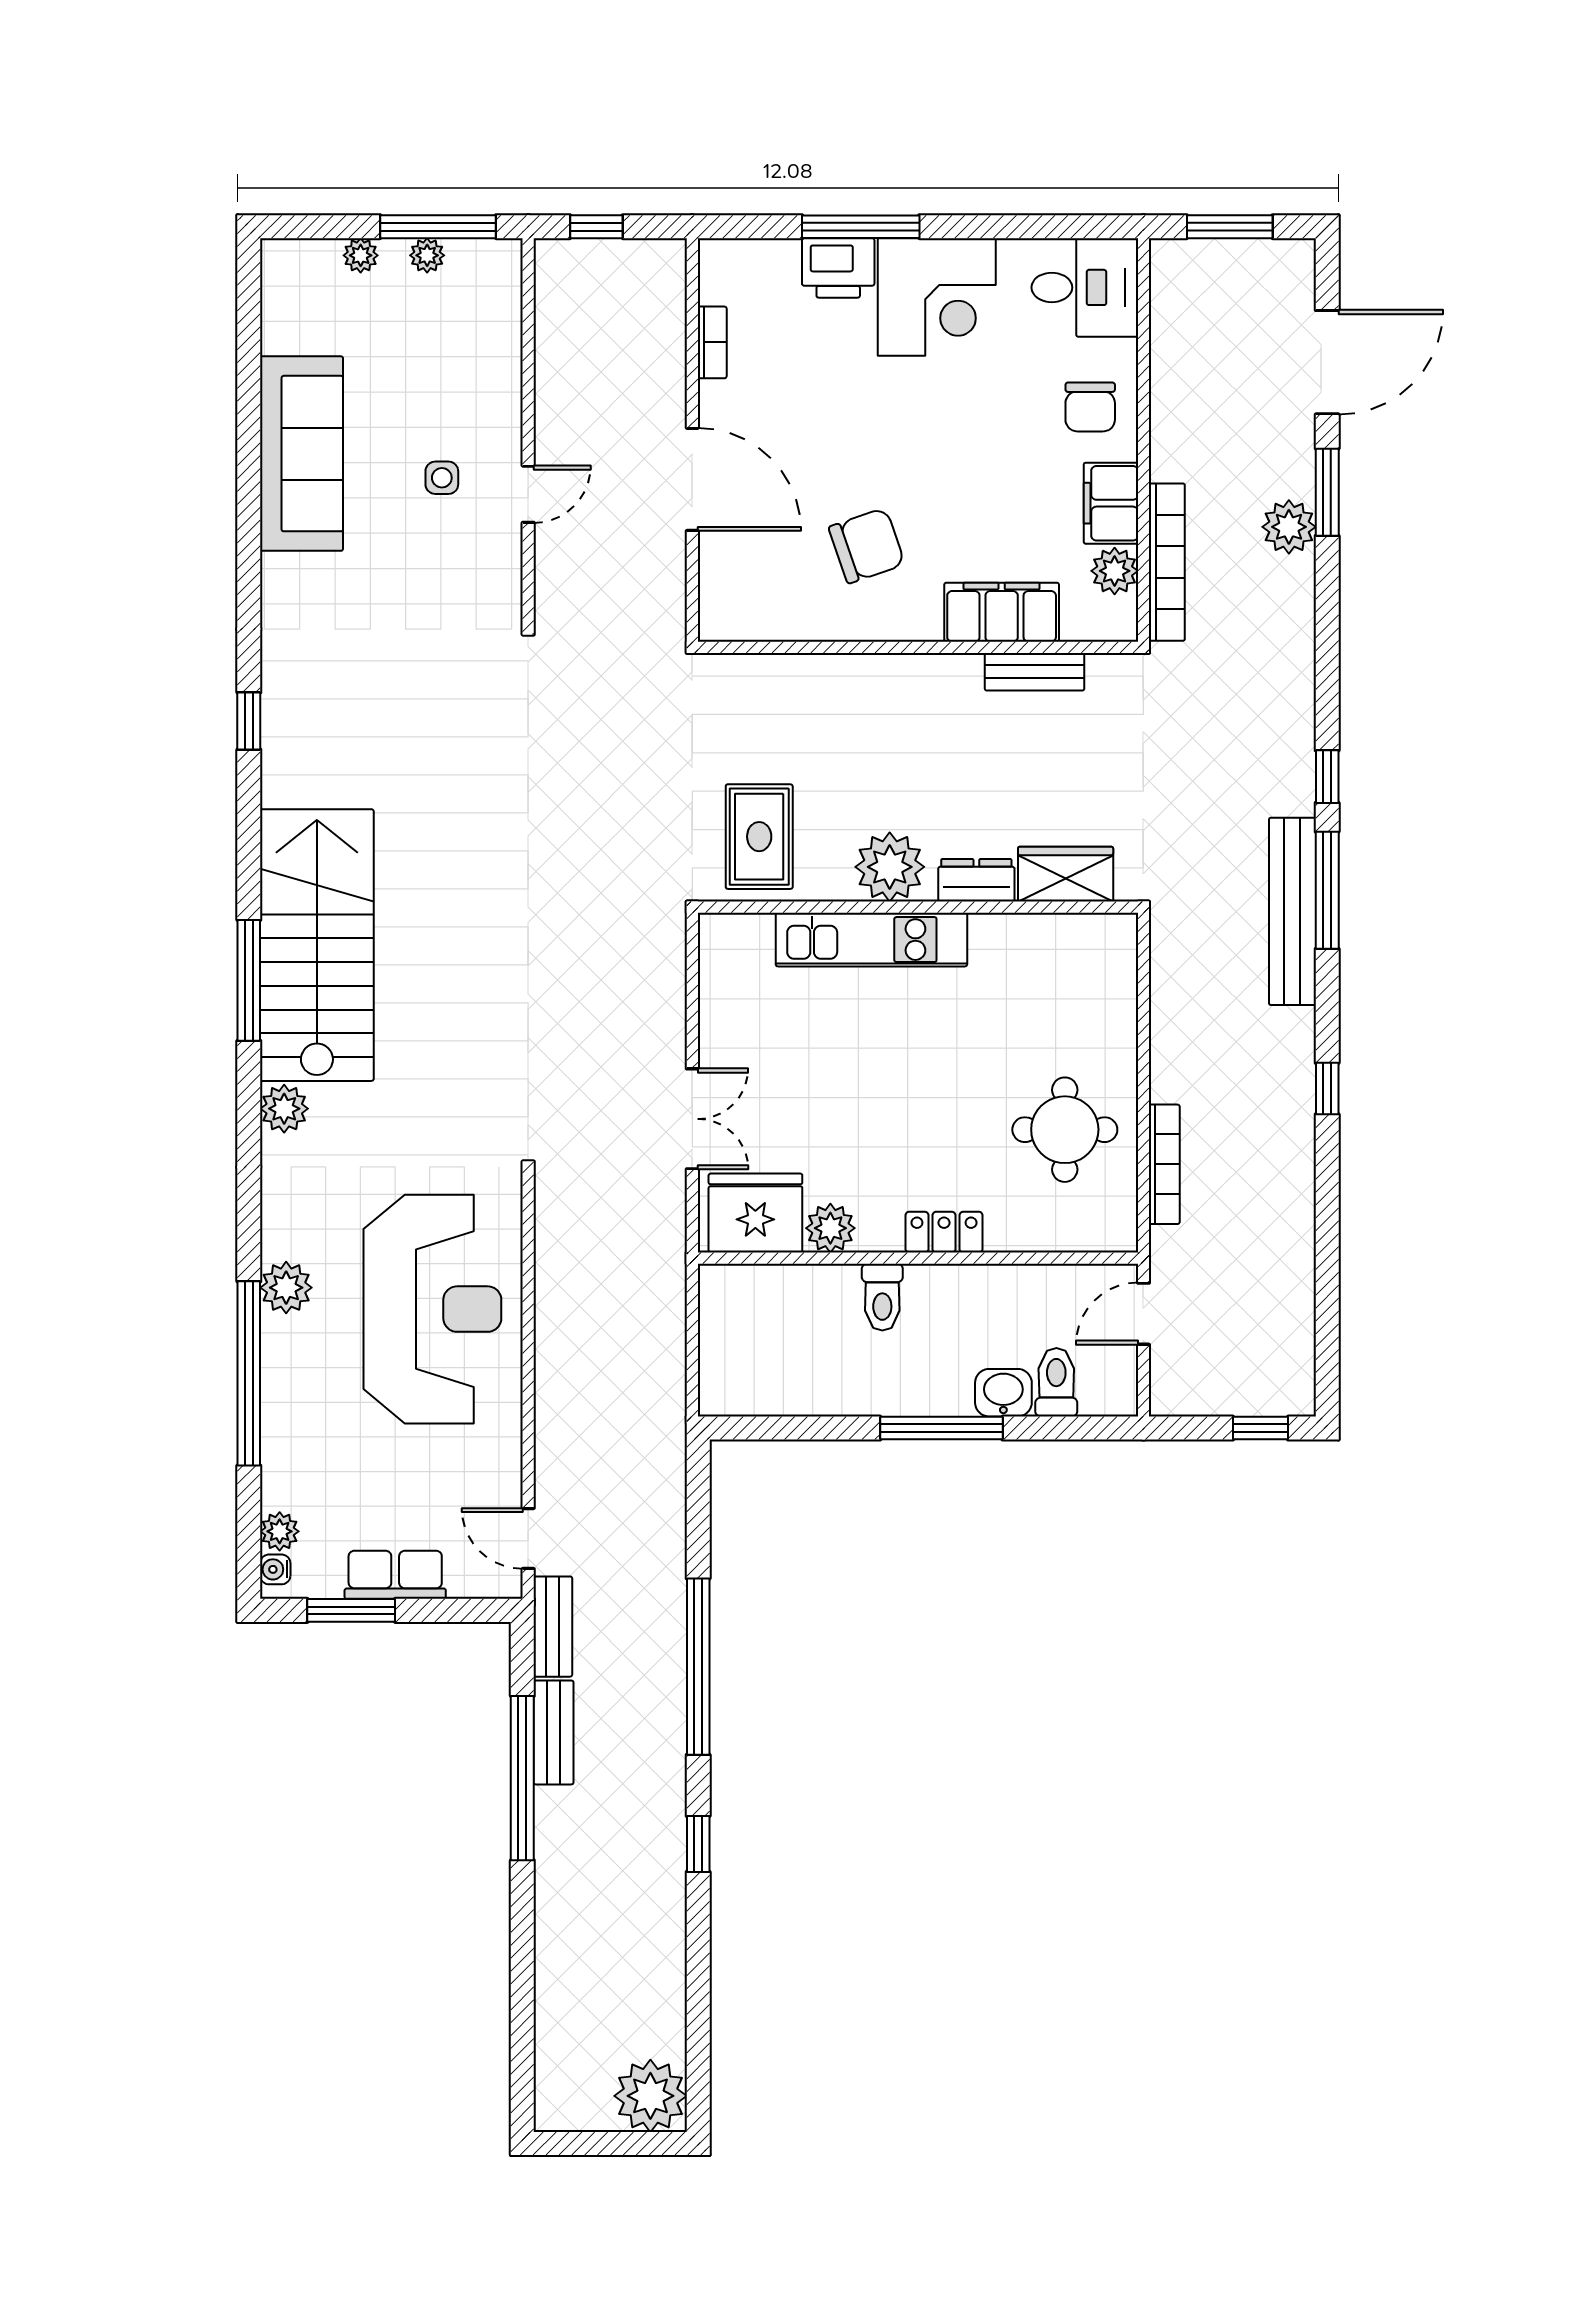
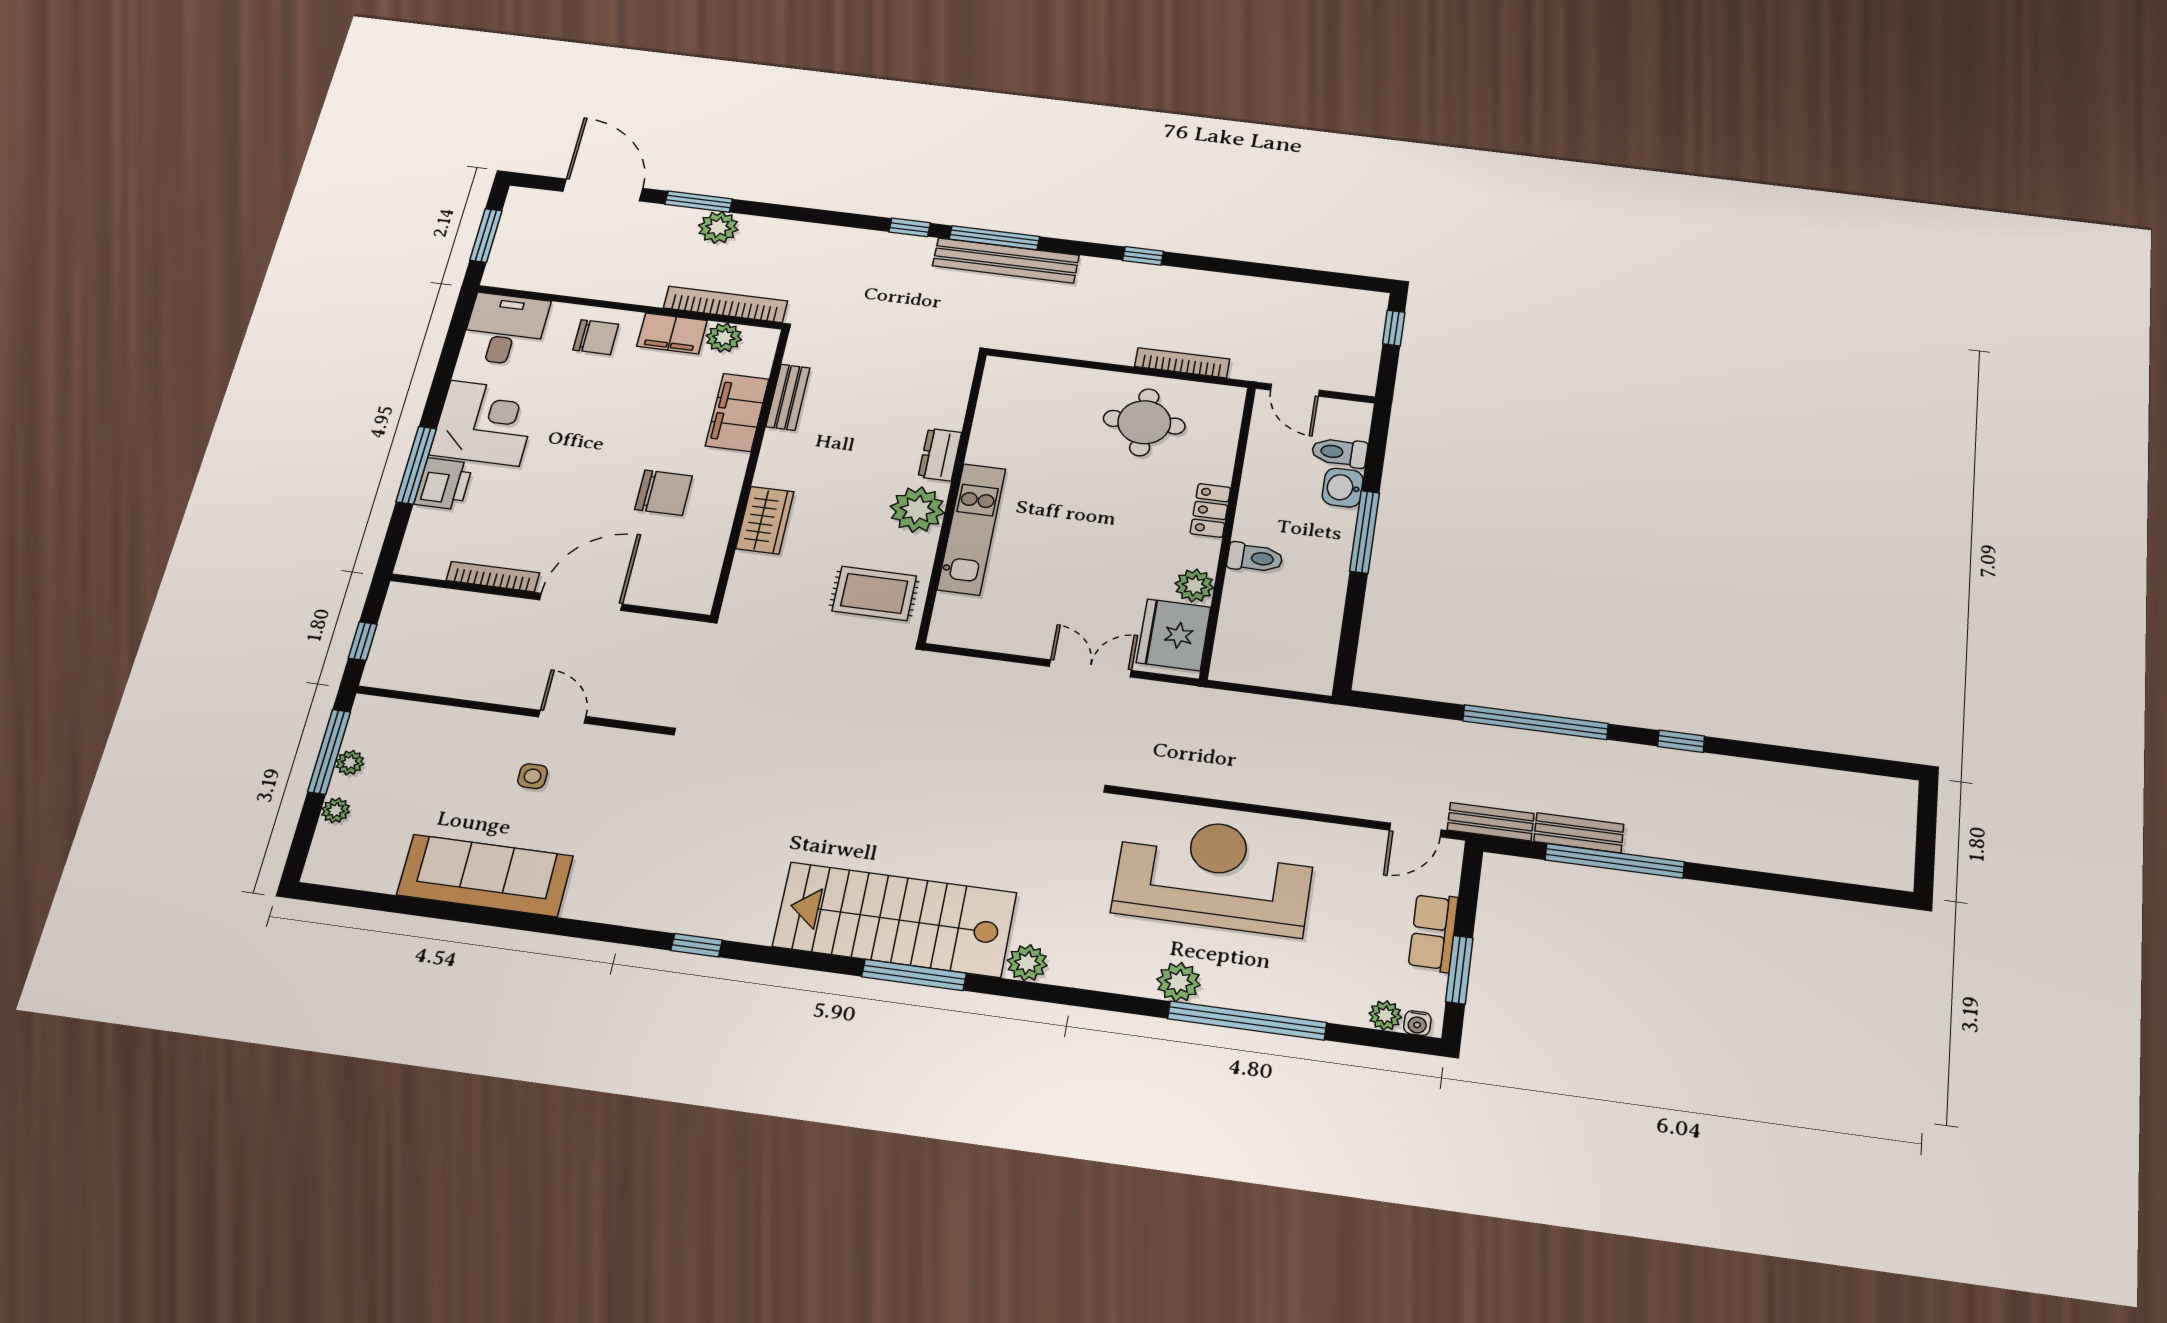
bookcase: (712, 342) -> (493, 577), width x1.56
chair: (867, 546) -> (664, 493), turned 109
wardrobe: (1066, 874) -> (765, 520), moved, turned 180
plant: (650, 2096) -> (1887, 803), removed

